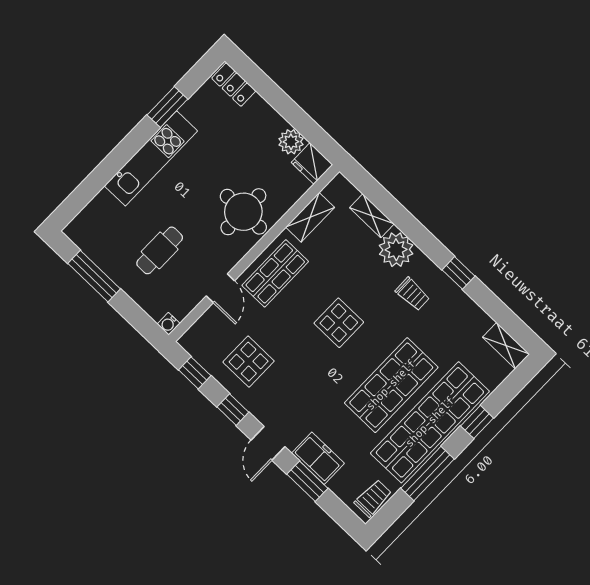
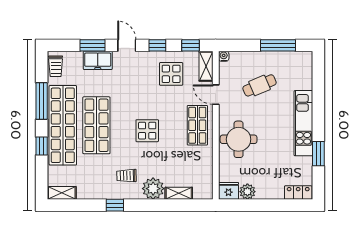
shelving: (310, 217) -> (206, 66), moved
cafe table: (160, 250) -> (260, 85), turned 67

